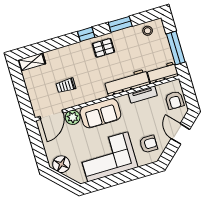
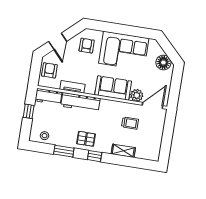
window: (176, 48) -> (29, 111), width x0.46
shelving: (32, 62) -> (123, 151), moved
armchair: (148, 144) -> (87, 46), turned 90

